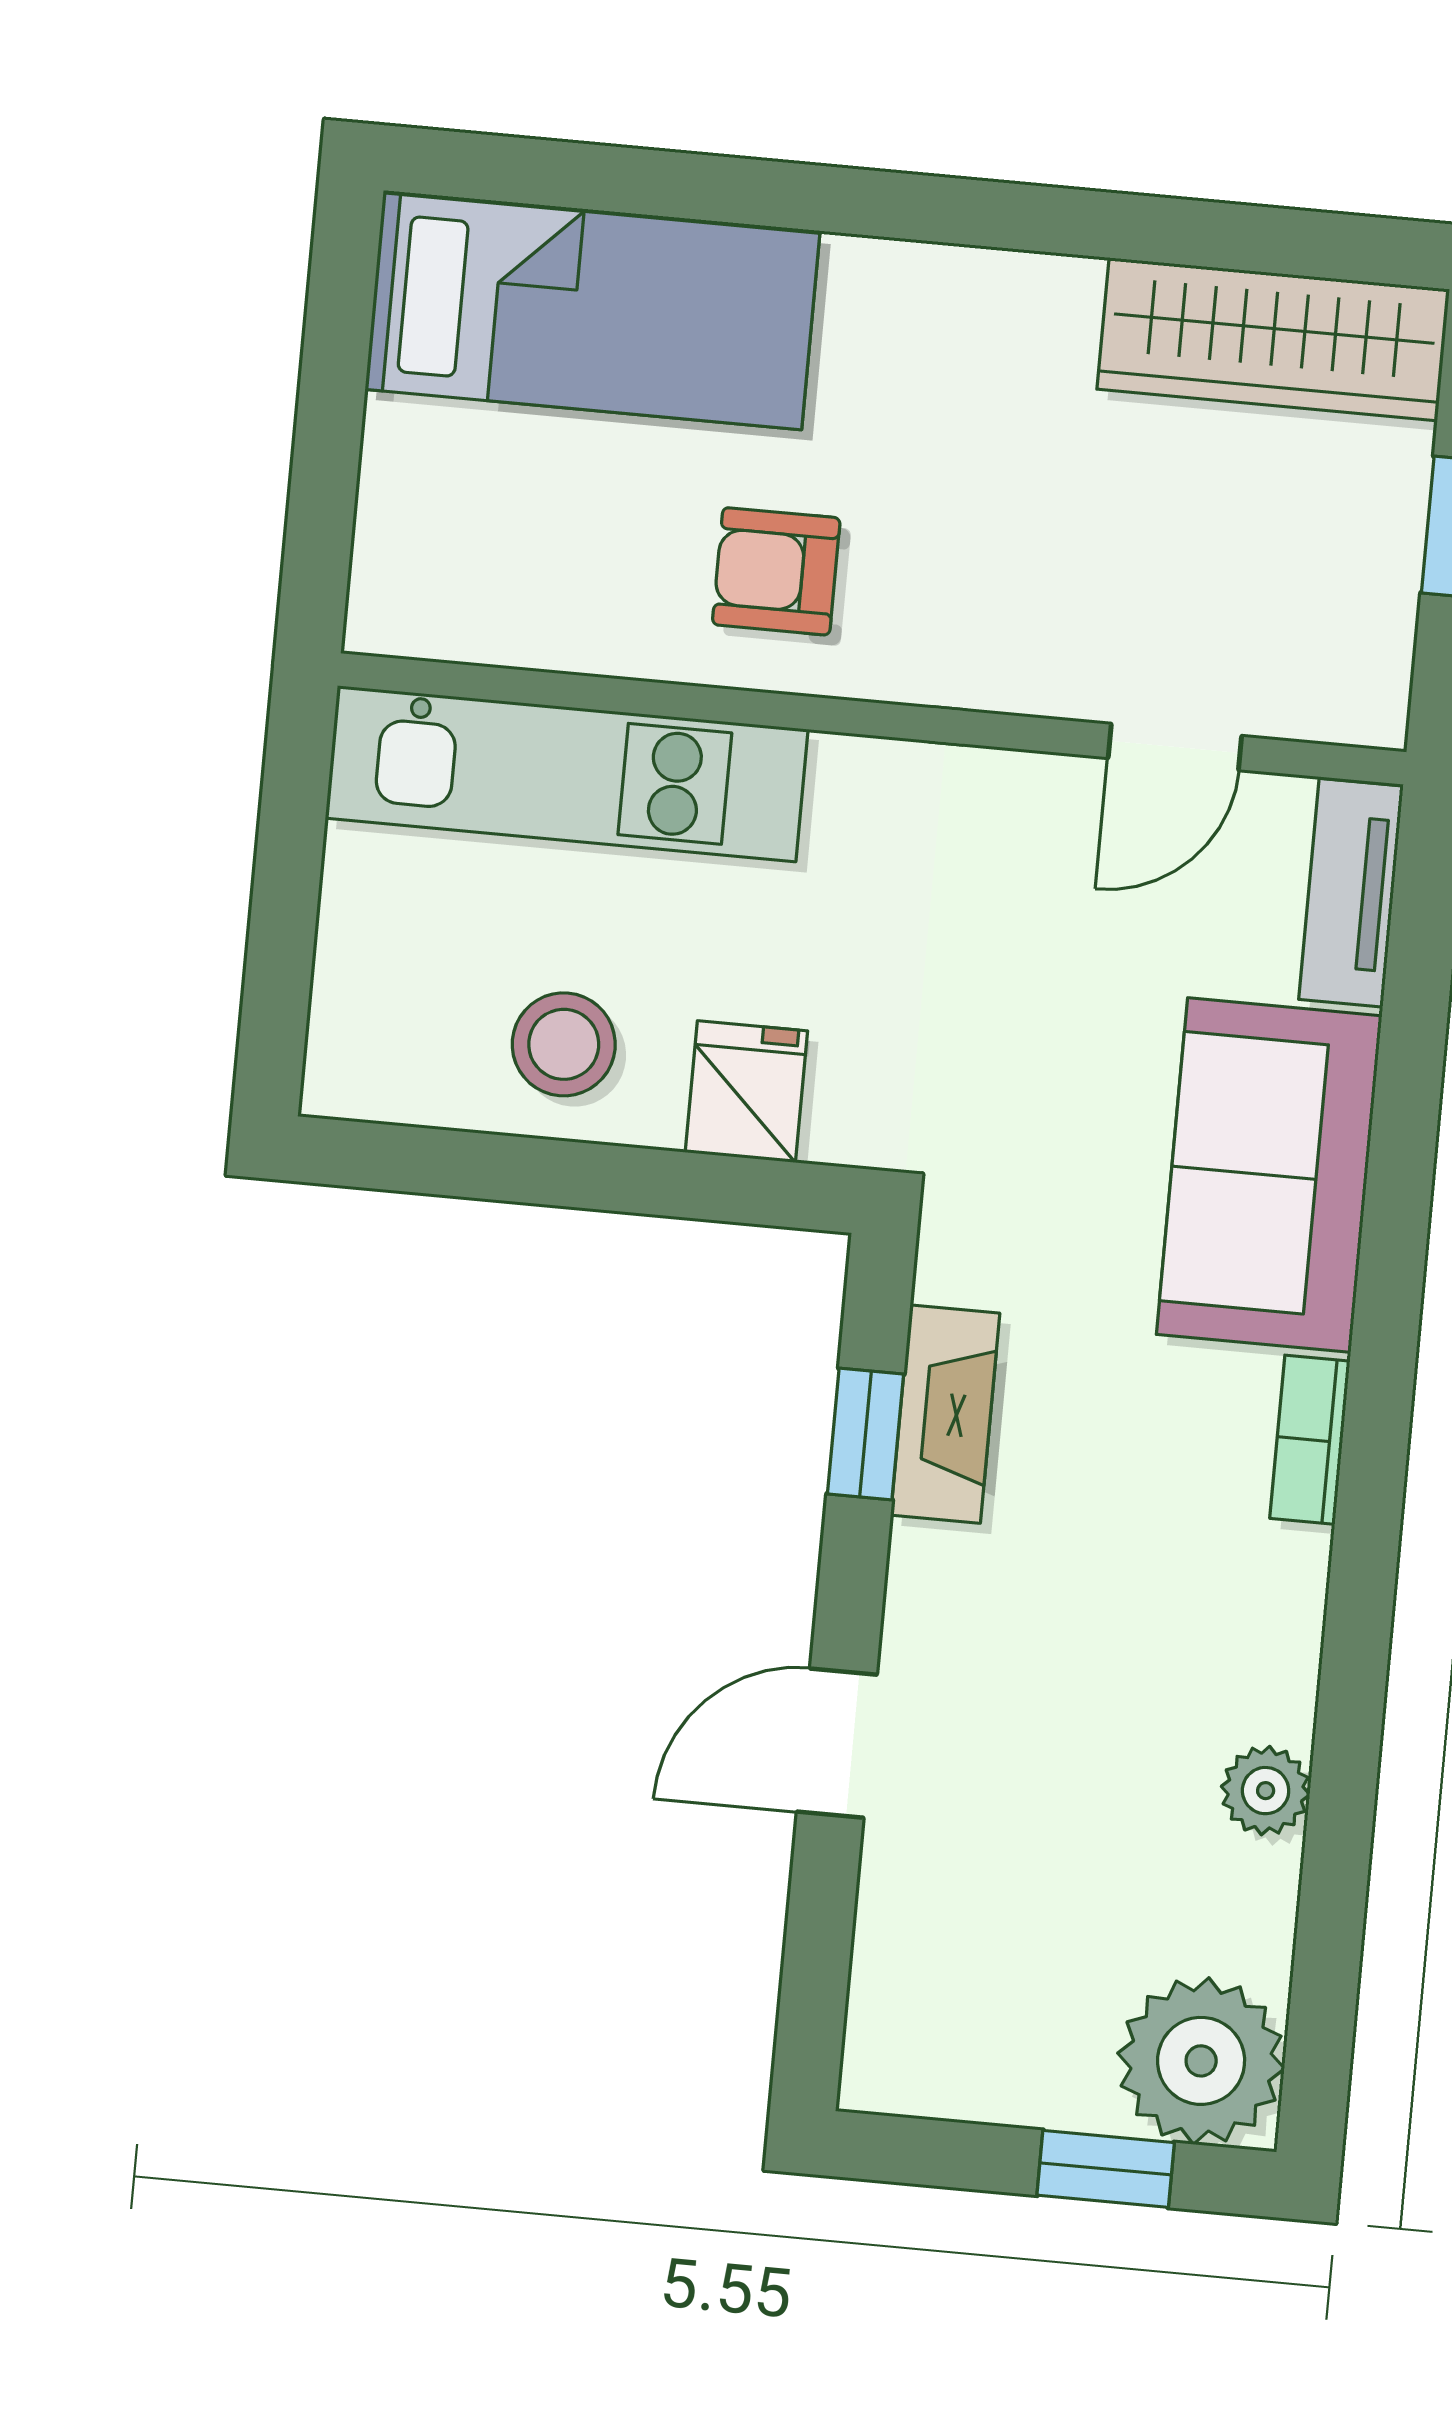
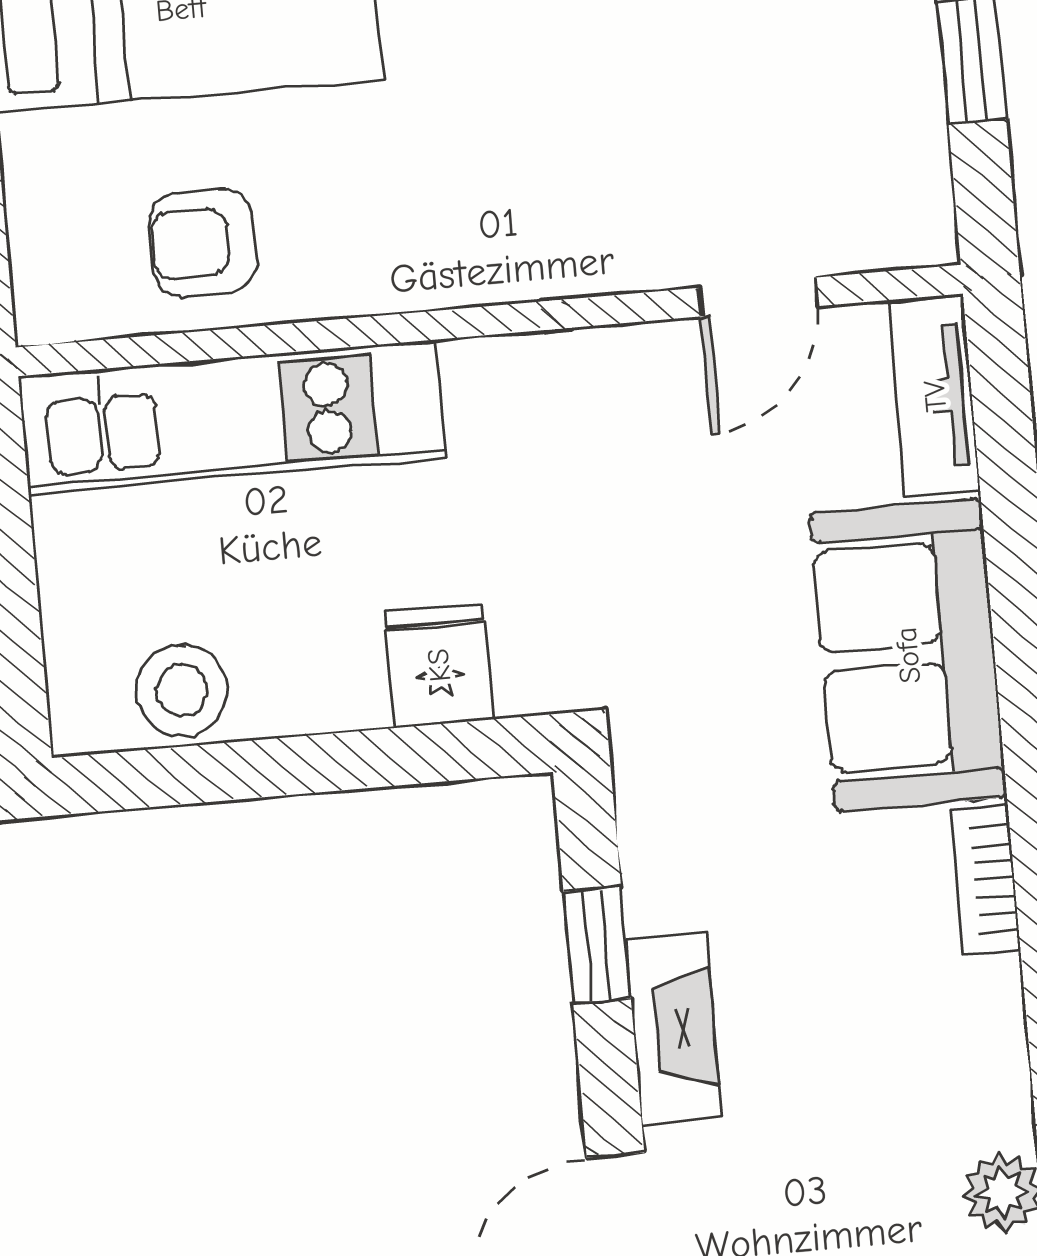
armchair: (776, 571) -> (203, 243), moved
stool: (564, 1044) -> (181, 690), moved
fireplace: (945, 1414) -> (673, 1029), moved

